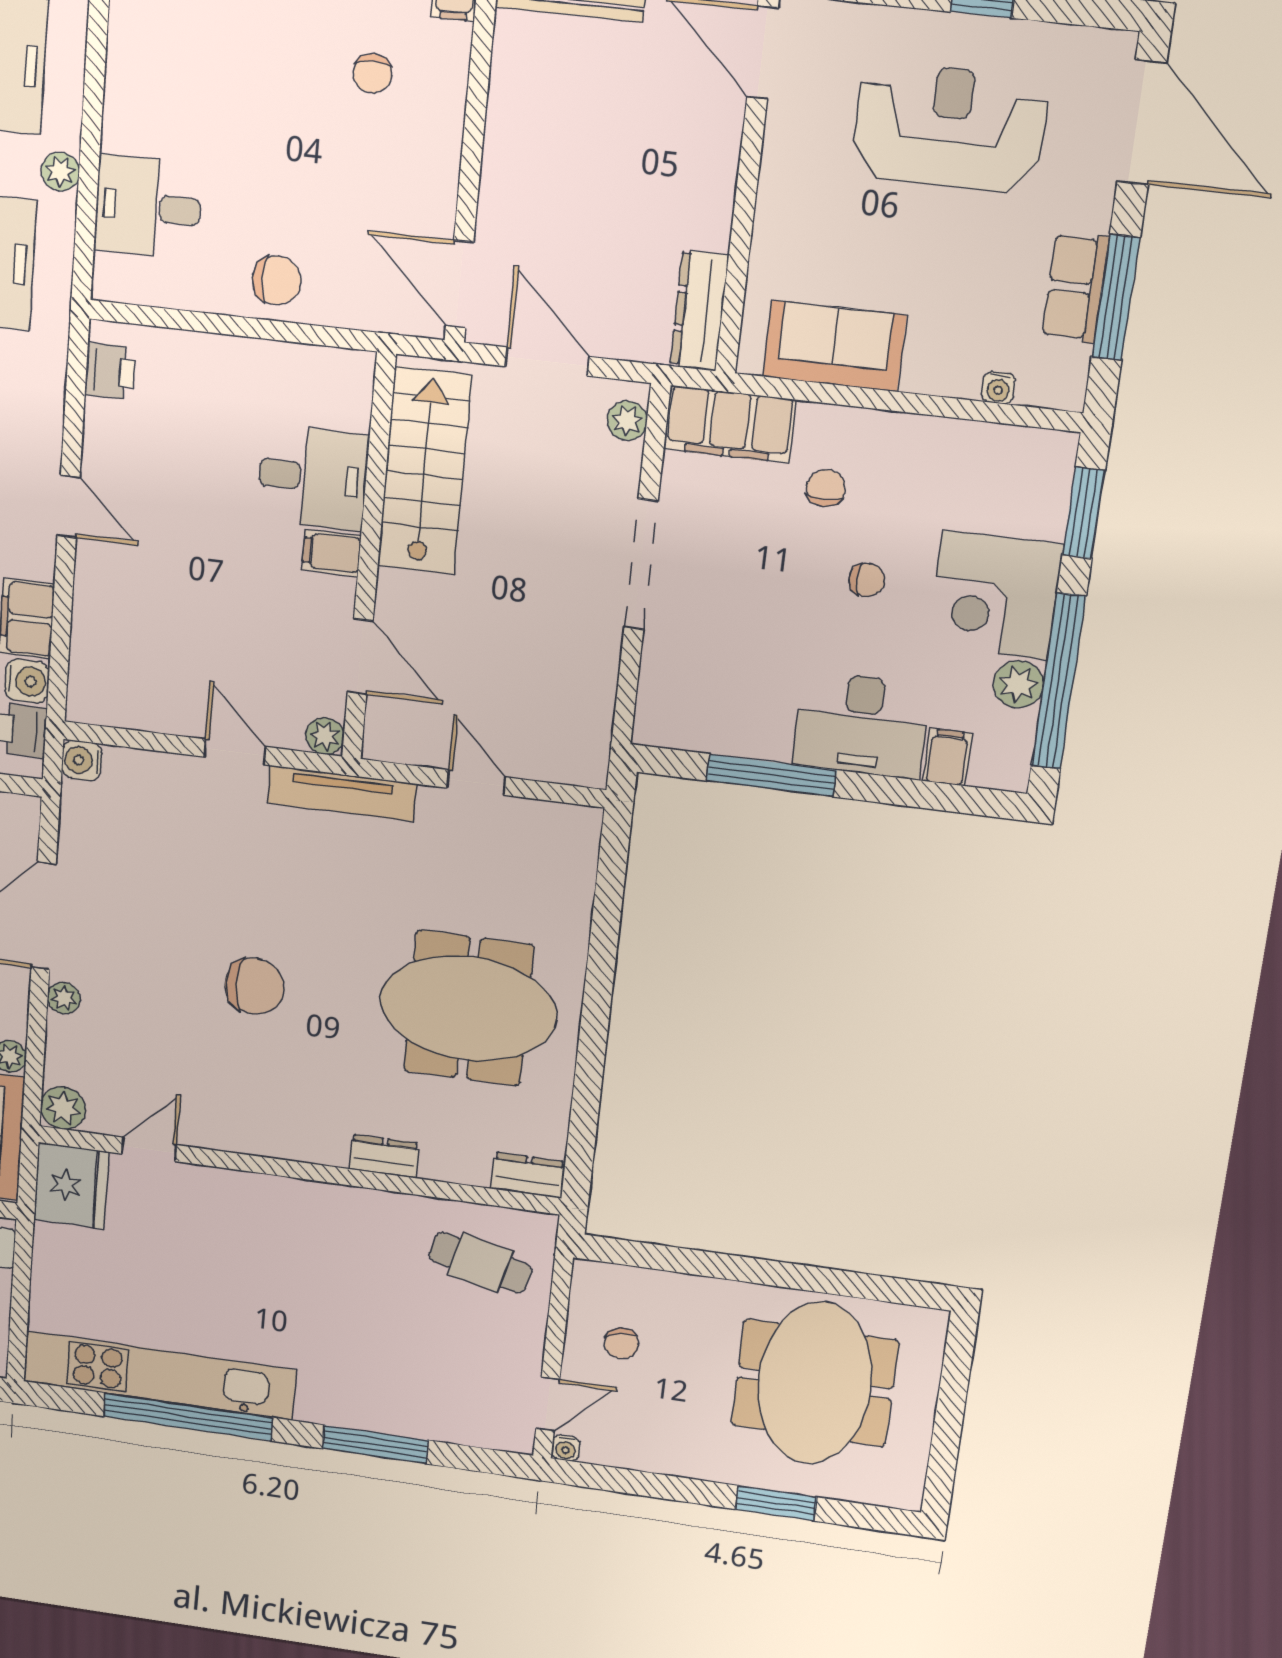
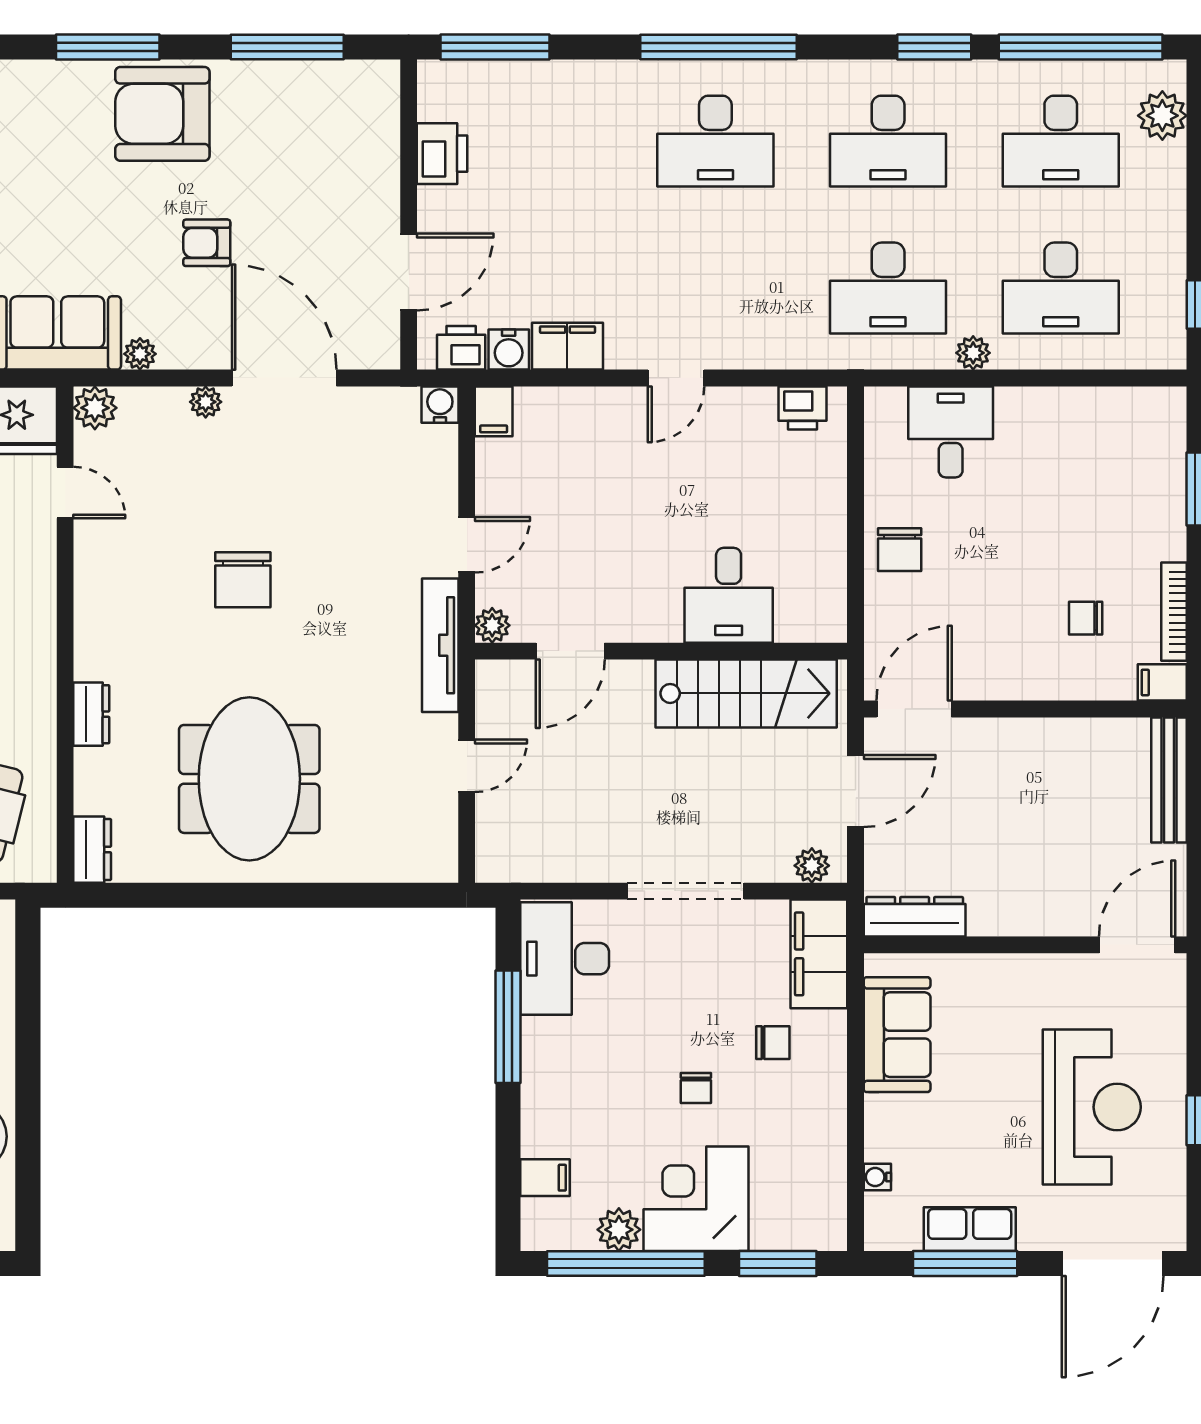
filing cabinet: (332, 553) -> (494, 411), moved, turned 180
desk: (861, 725) -> (565, 959), moved

